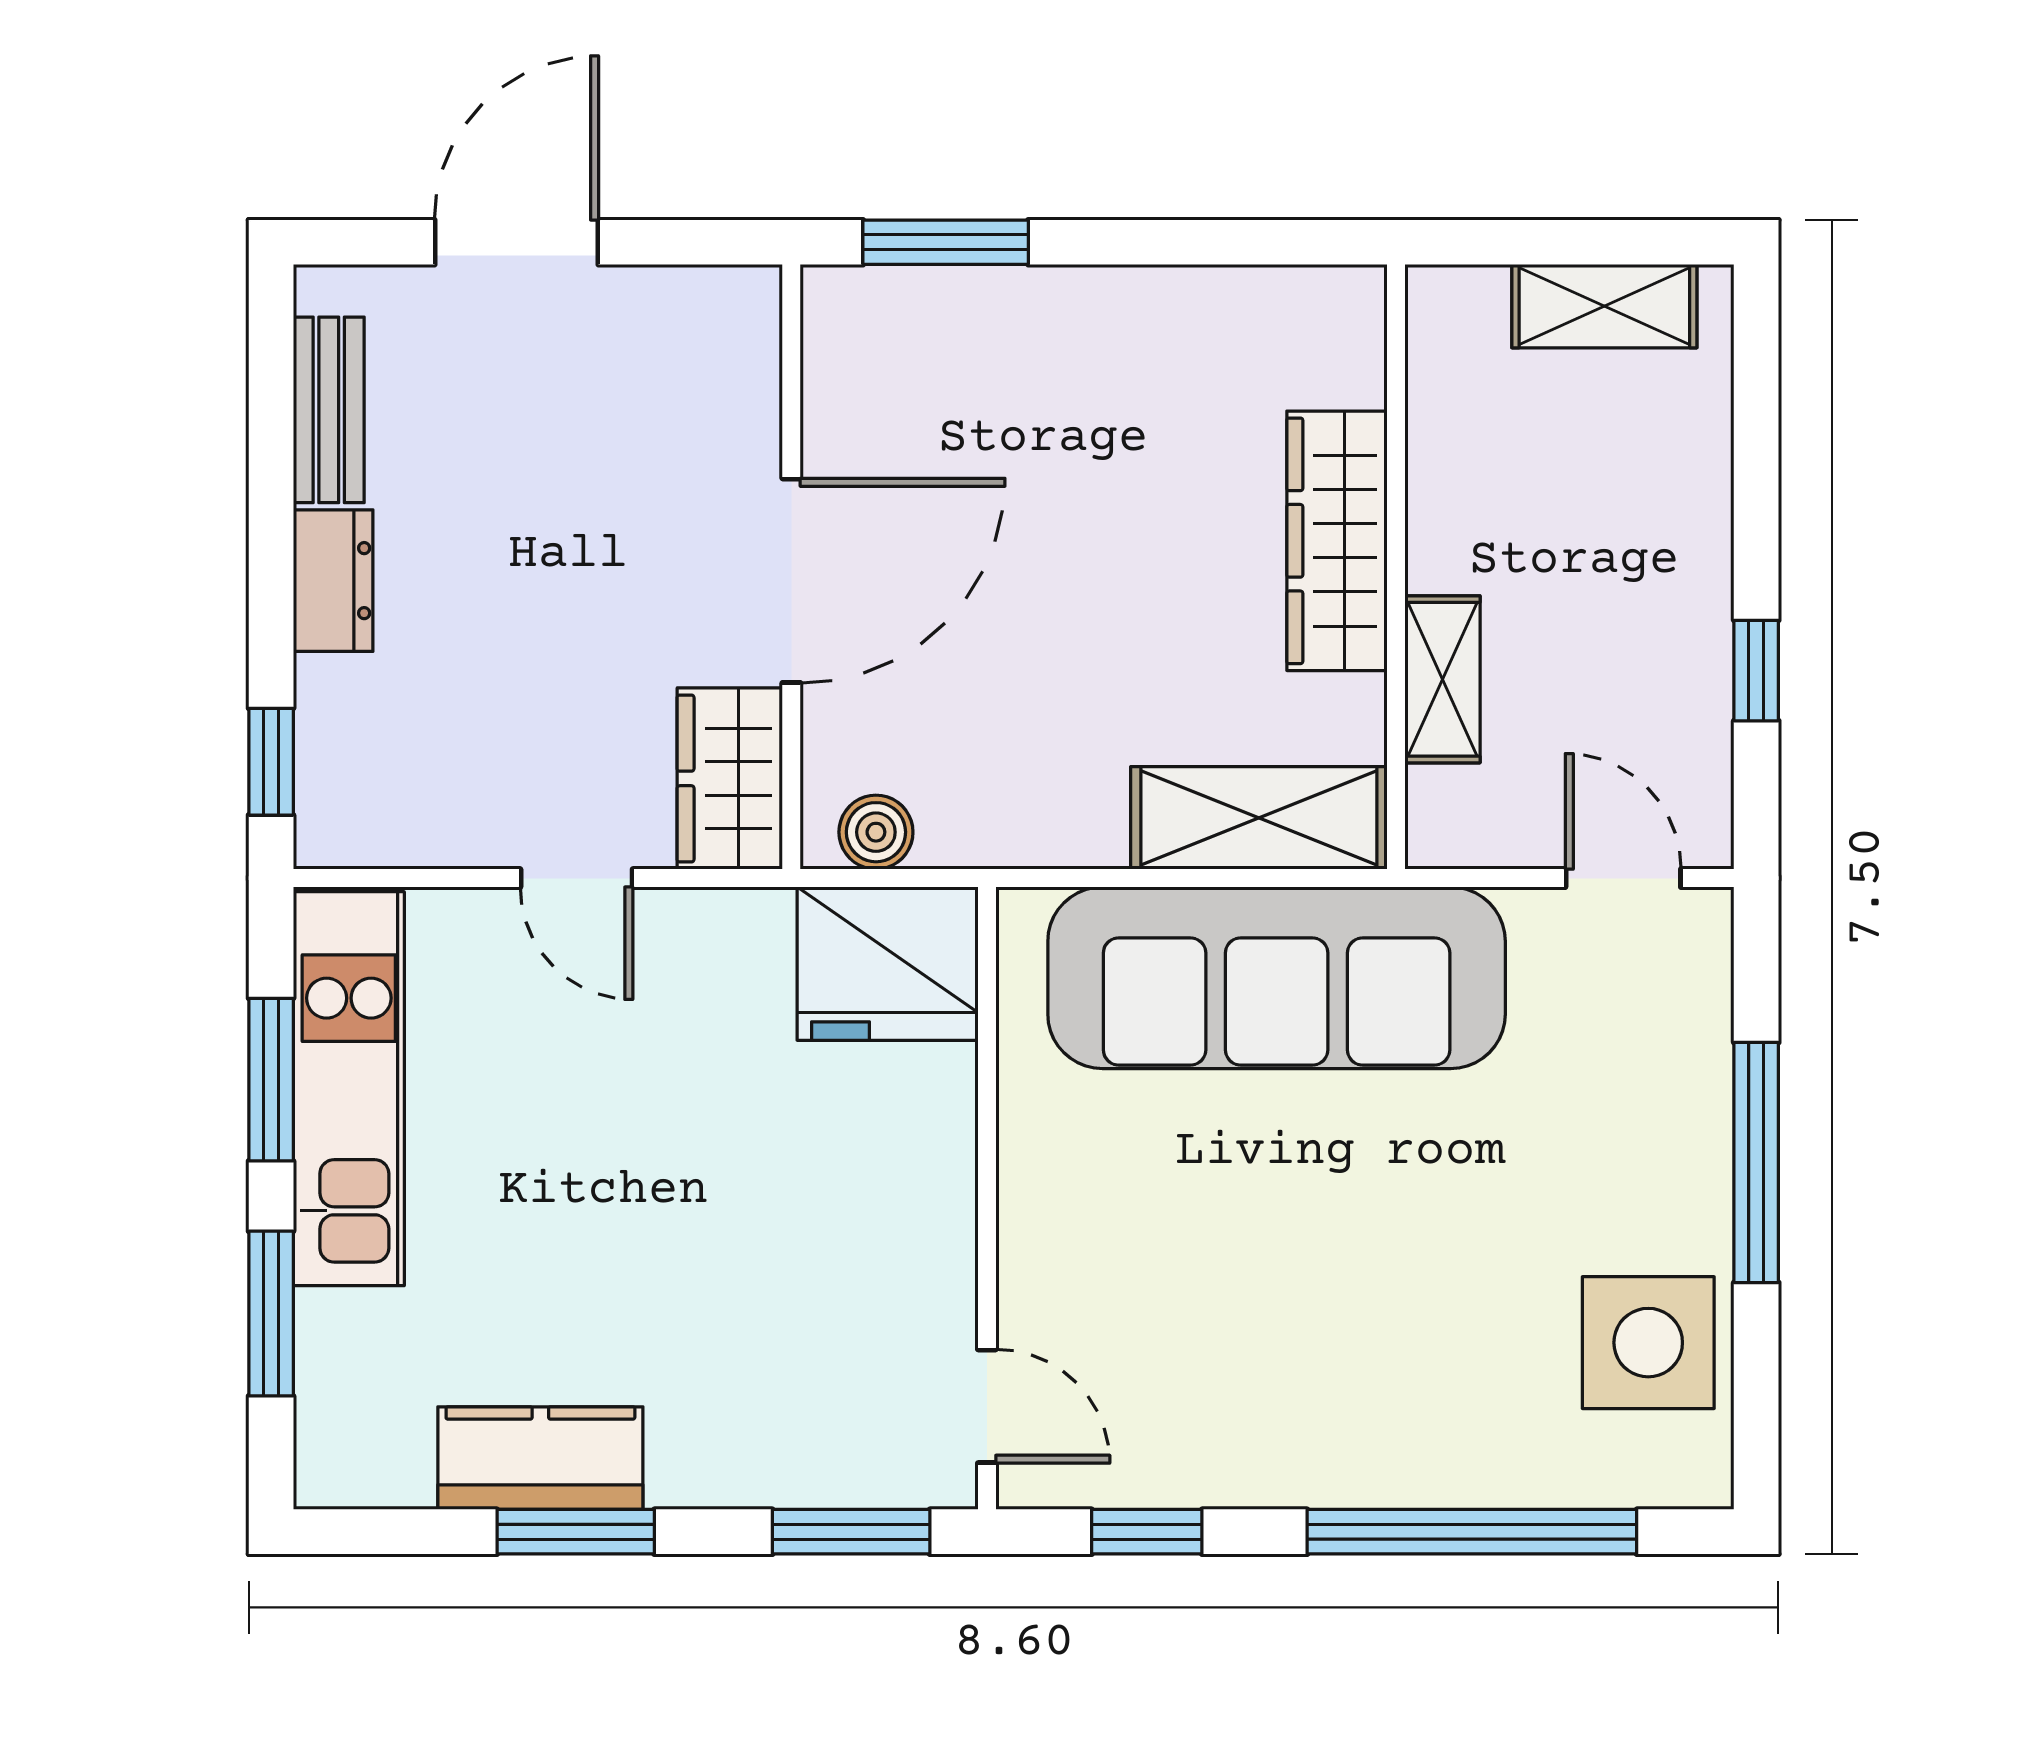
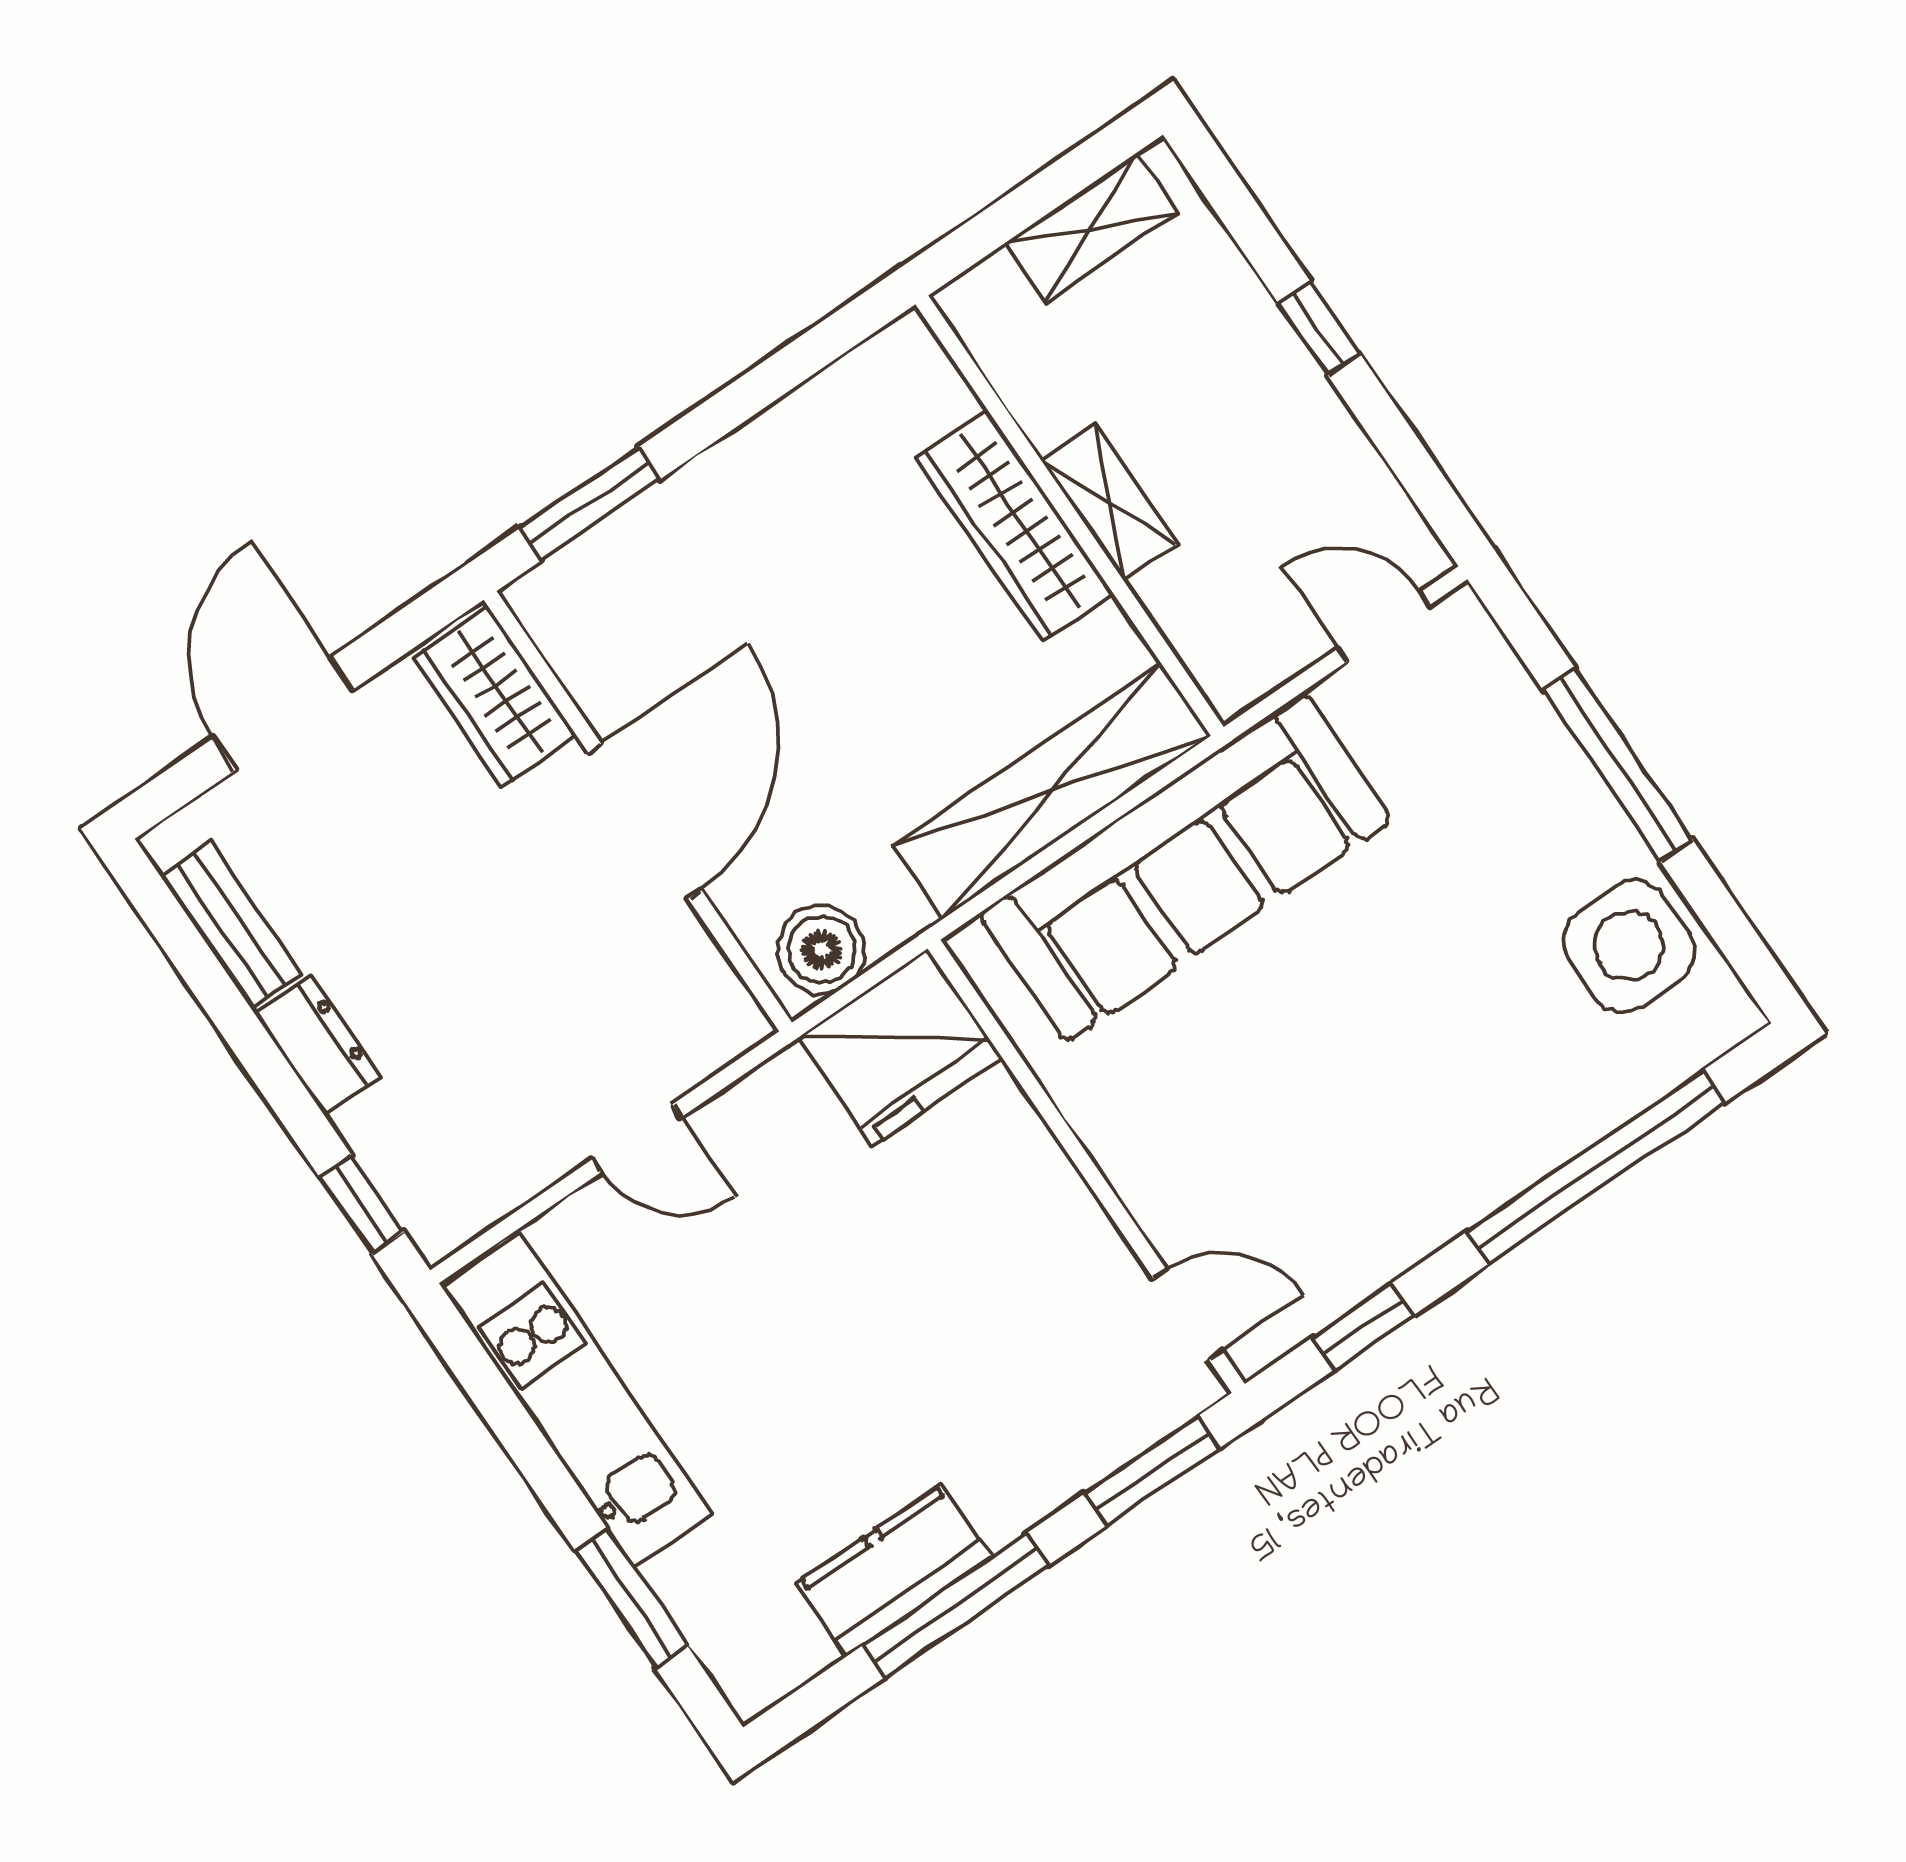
window: (1756, 671) -> (1319, 328), moved
shelving: (1442, 679) -> (1109, 502), moved
wardrobe: (730, 778) -> (495, 697), moved
shelving: (1259, 818) -> (1052, 791), width x1.47
boiler: (876, 832) -> (821, 950), width x1.36, depth x1.36
window: (271, 1080) -> (517, 1432), removed
window: (576, 1532) -> (956, 1605), width x1.44

